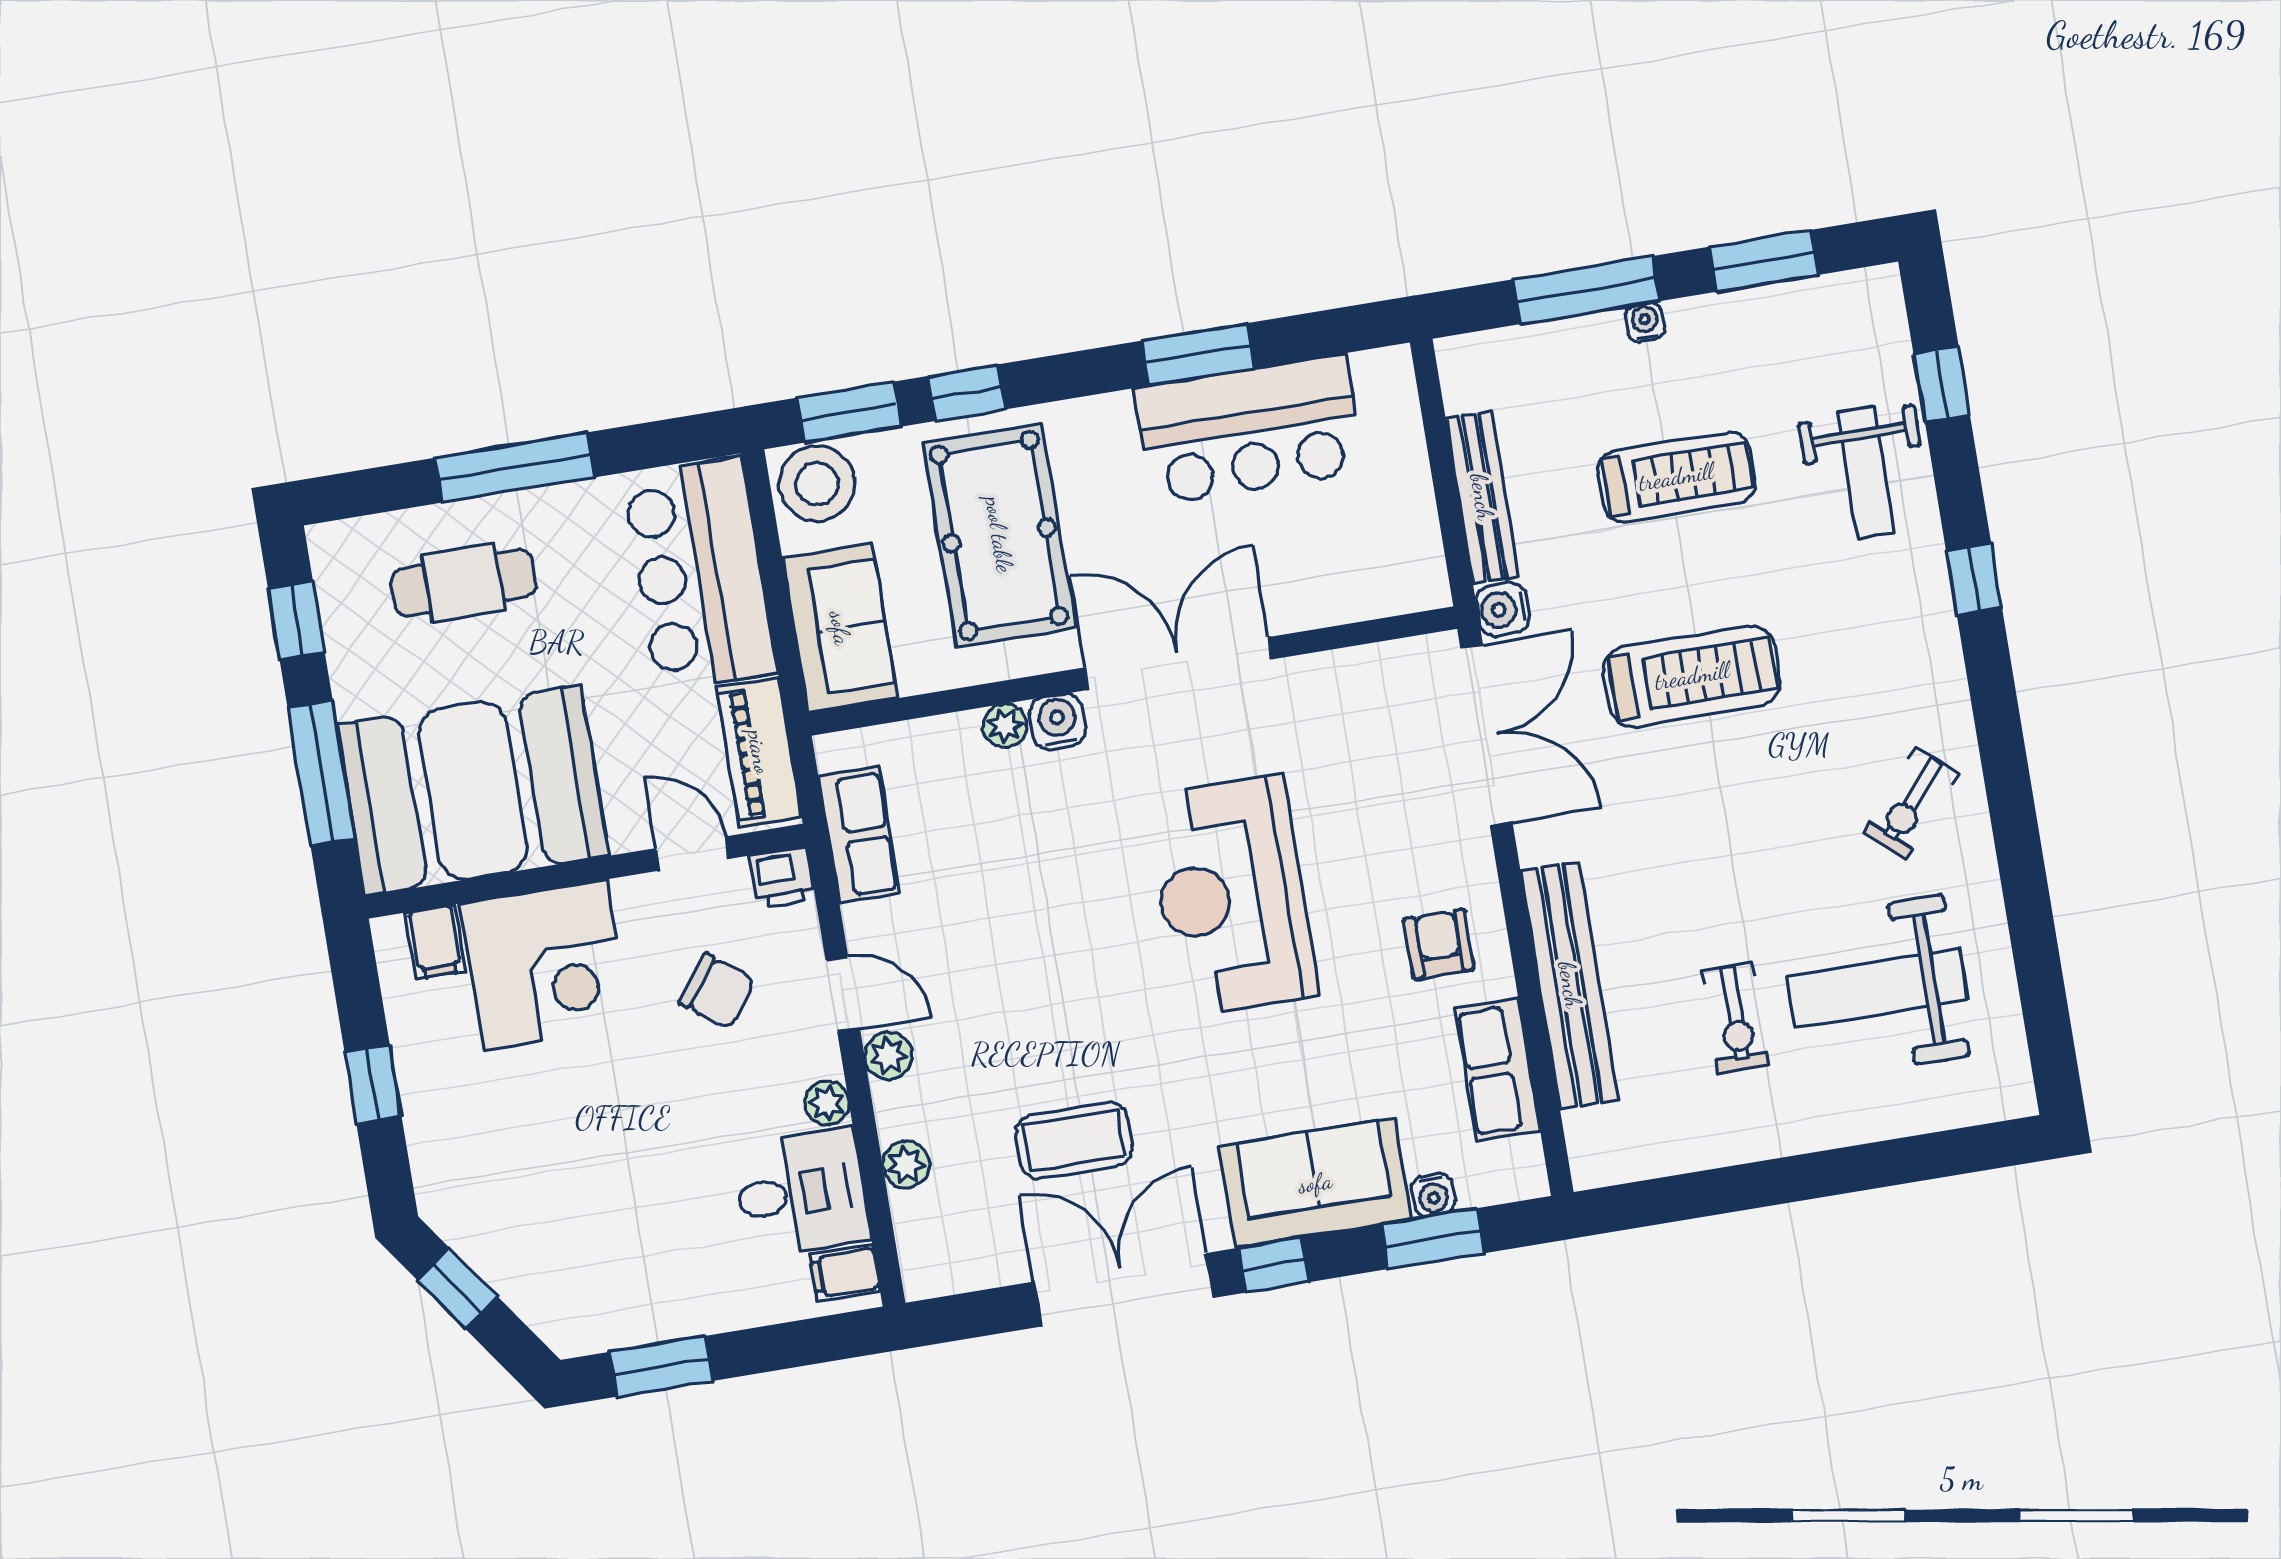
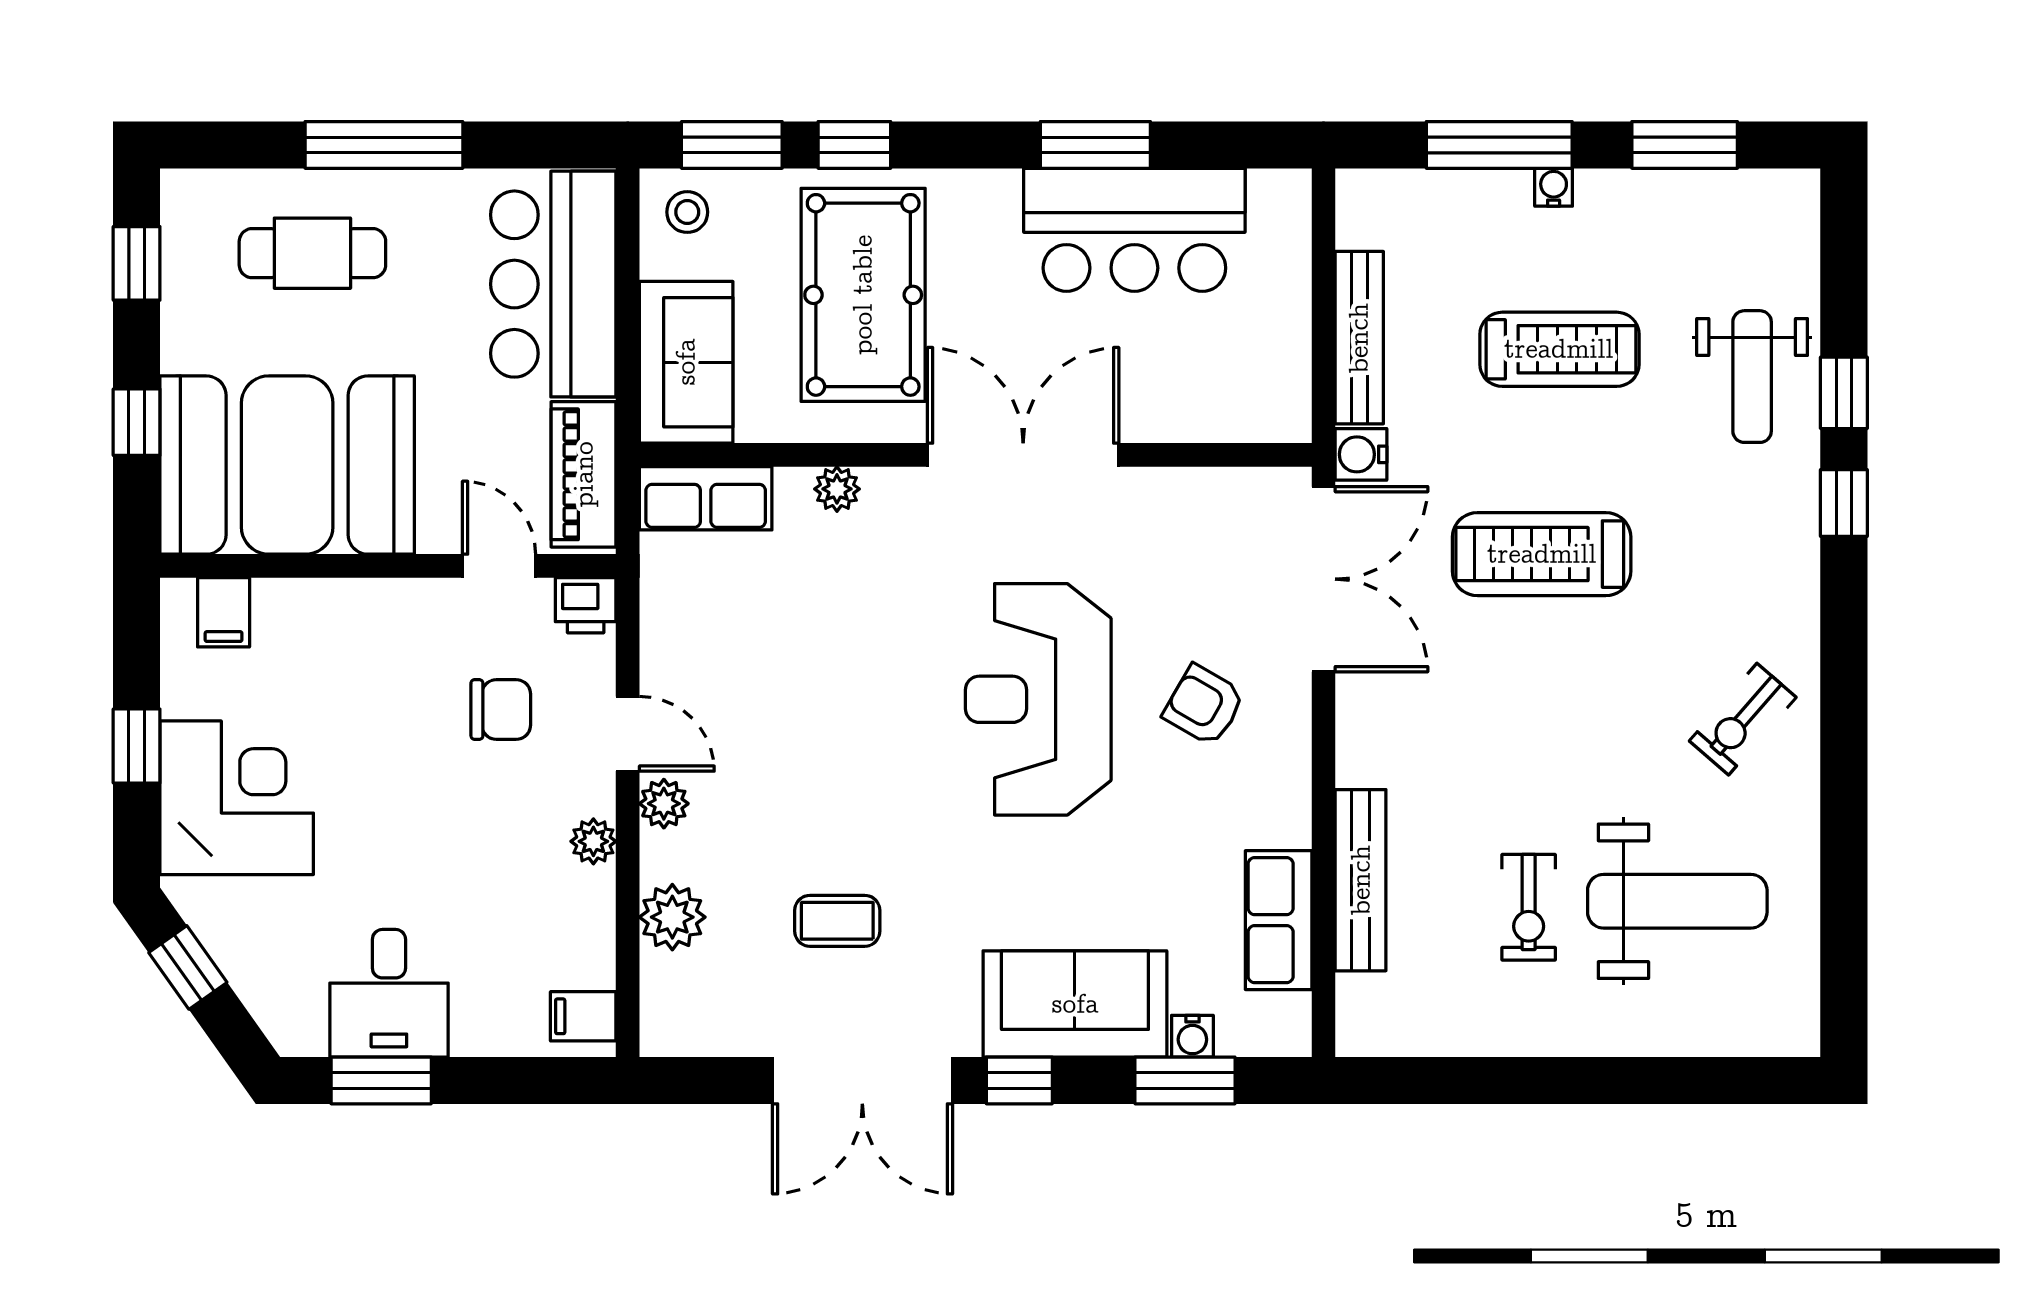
window: (1942, 385) -> (1844, 393), moved
stool: (817, 484) -> (687, 212), width x0.53, depth x0.53
treadmill: (1692, 676) -> (1542, 554), turned 180
water cooler: (1058, 722) -> (891, 494), removed
window: (322, 773) -> (137, 422), width x0.46
row of seats: (859, 835) -> (706, 498), moved, turned 90
armchair: (1439, 944) -> (1204, 705), moved, turned -60
corner desk: (545, 965) -> (237, 798), moved, turned -90
bench: (1570, 985) -> (1361, 880), width x0.73, depth x0.82
weight bench: (1877, 988) -> (1677, 901), turned 180
chair: (717, 991) -> (501, 710), turned -37
coffee table: (1074, 1140) -> (837, 921), width x0.73, depth x0.77
plant: (906, 1165) -> (672, 917), width x1.38, depth x1.38
desk: (801, 1193) -> (389, 993), moved, turned 90
double door: (1123, 1290) -> (862, 1080), swing flipped

